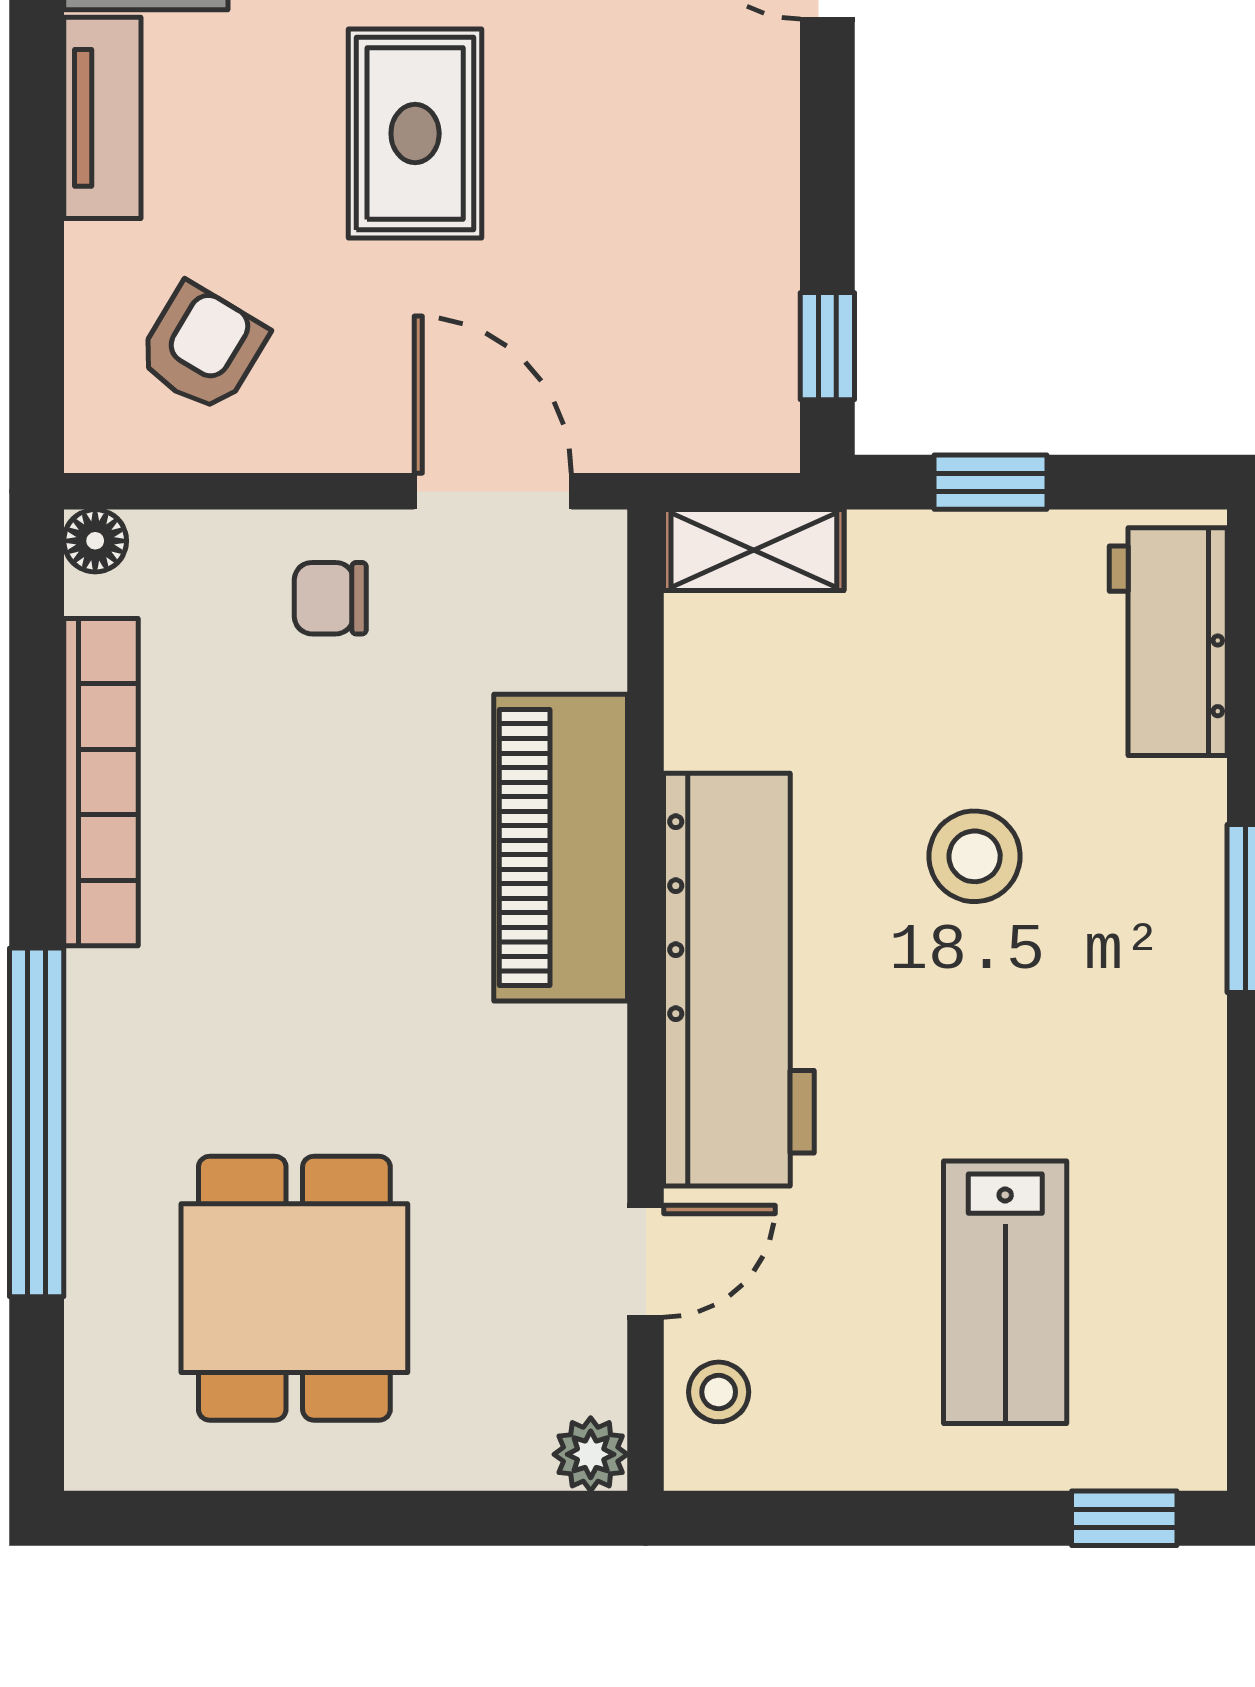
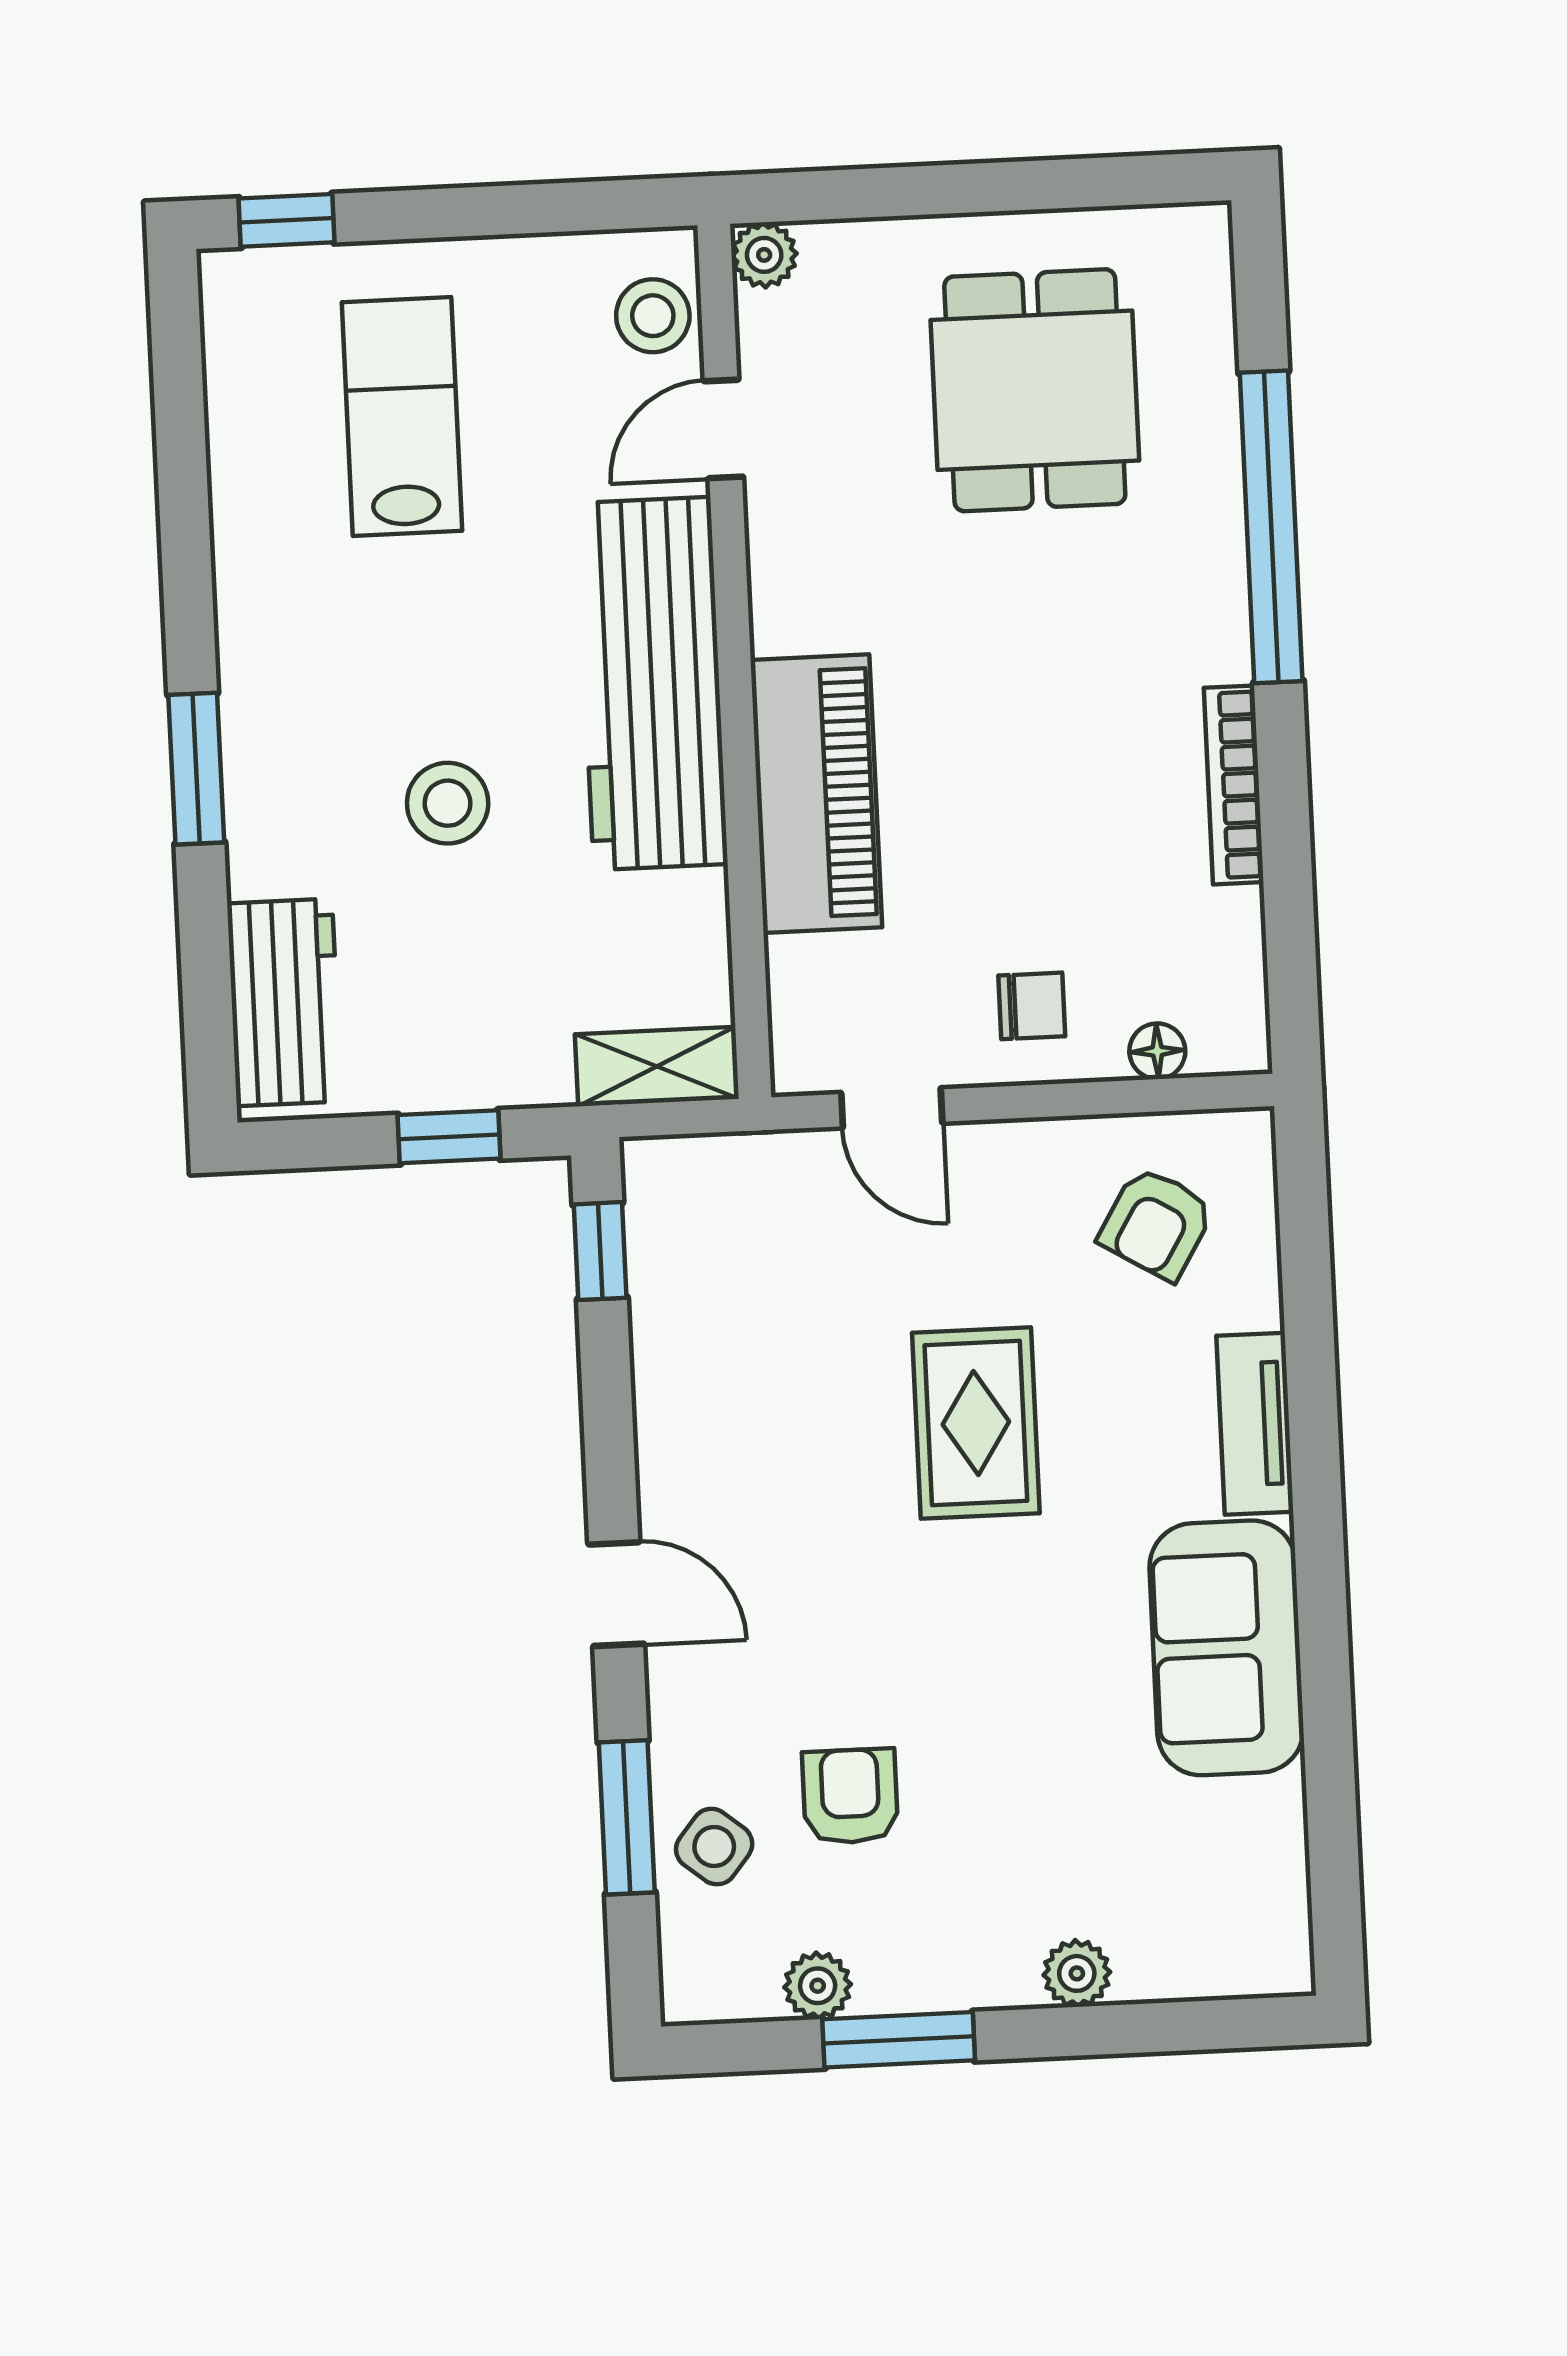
door: (493, 491) -> (892, 1108), width x0.73
floor lamp: (95, 541) -> (1157, 1051), moved
bookcase: (101, 782) -> (1234, 785), width x0.68, depth x0.76
stool: (719, 1392) -> (653, 316), width x1.37, depth x1.37

